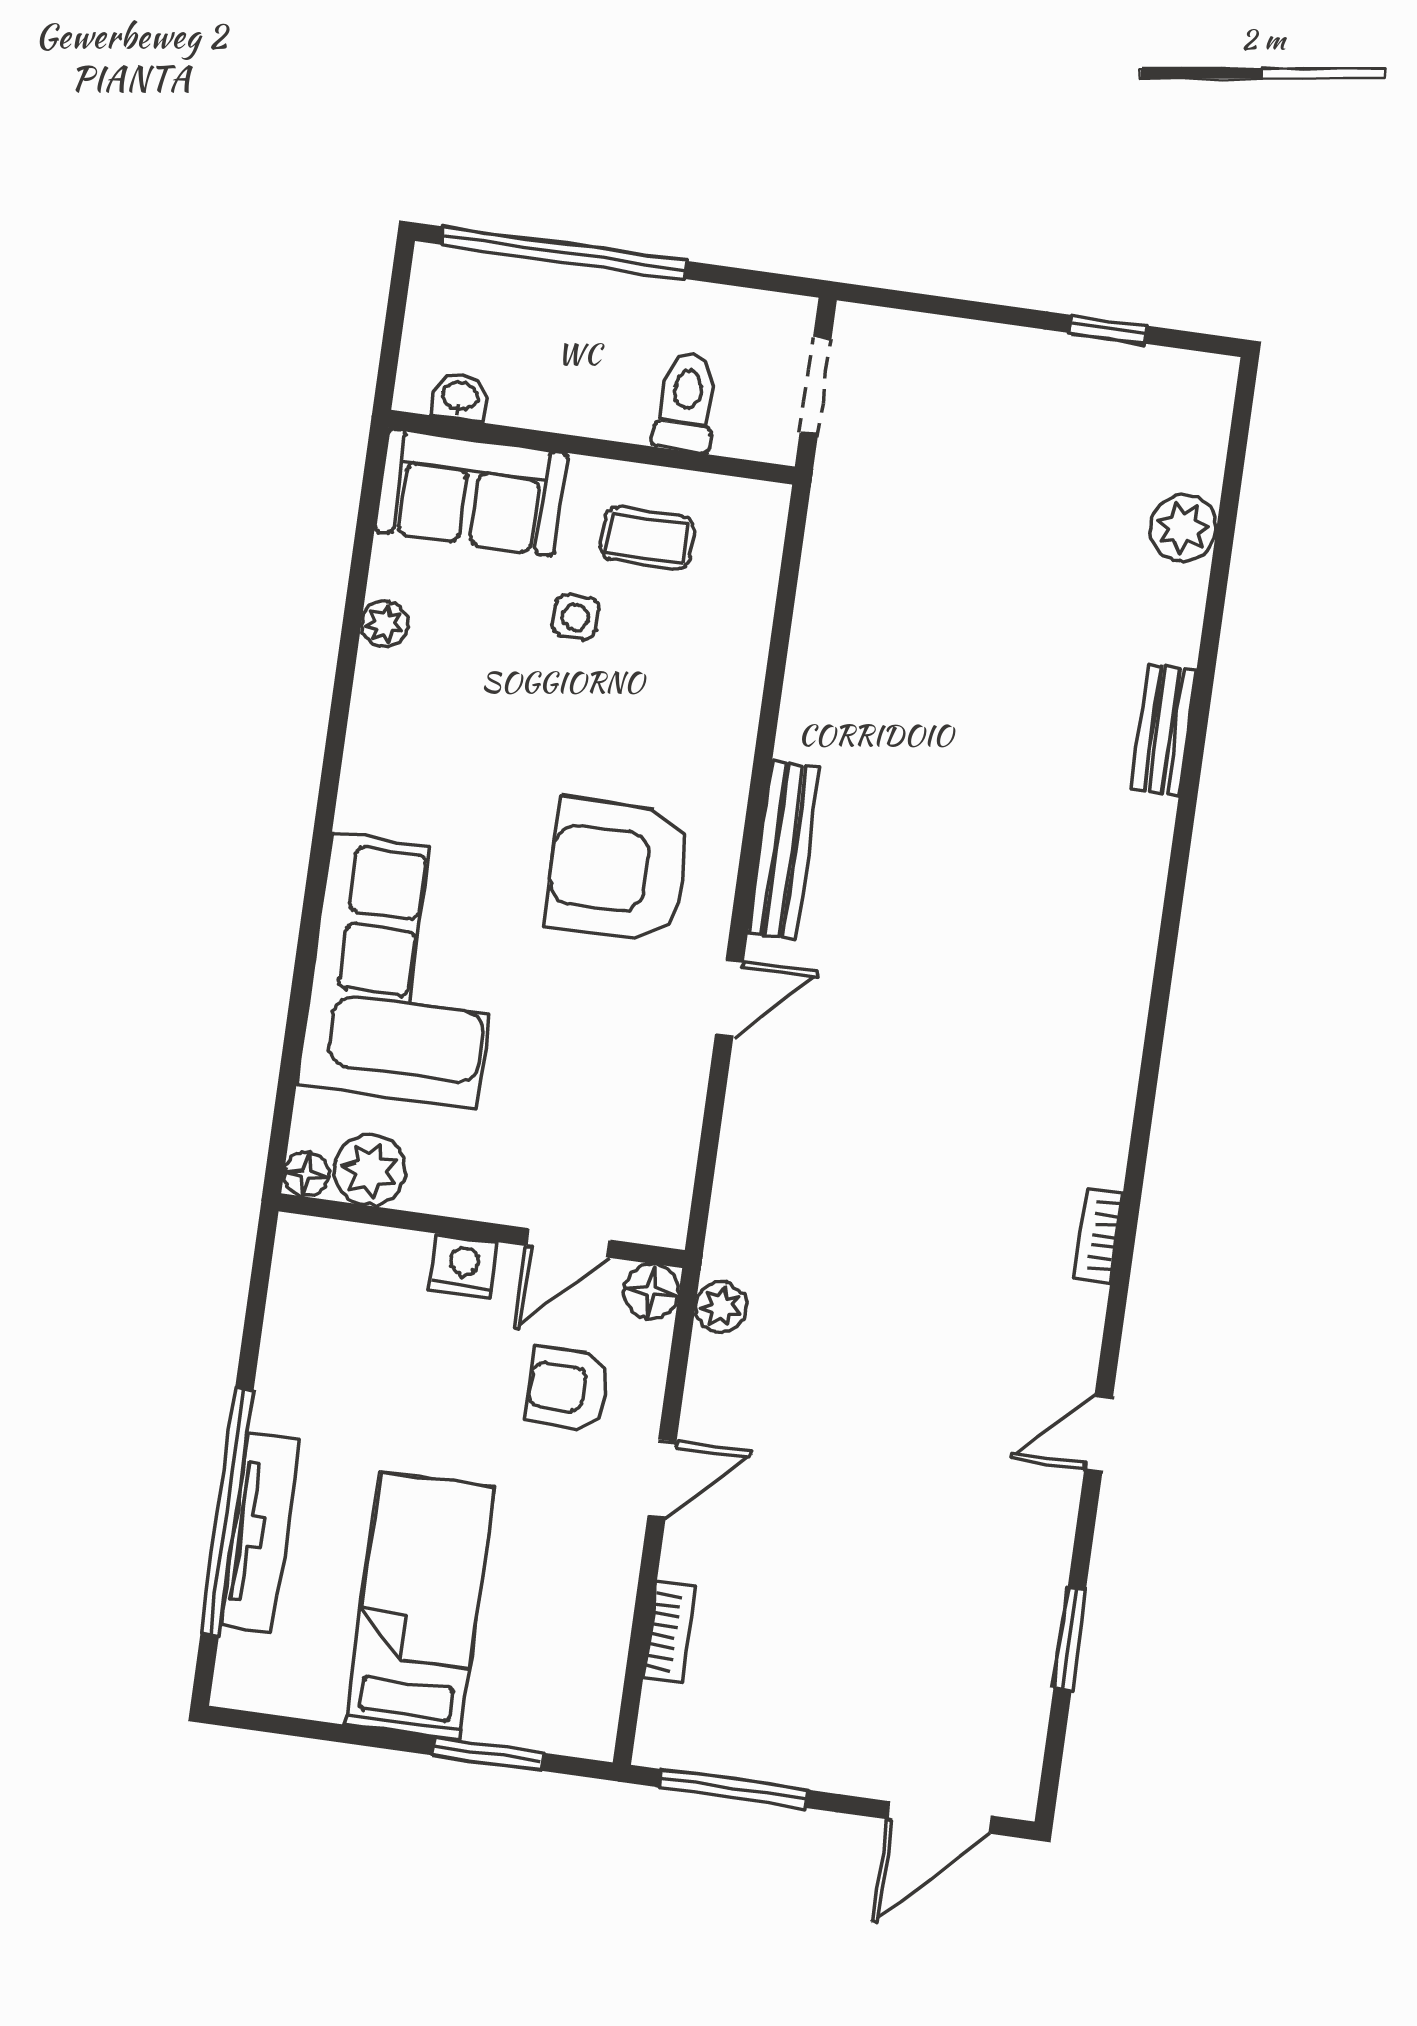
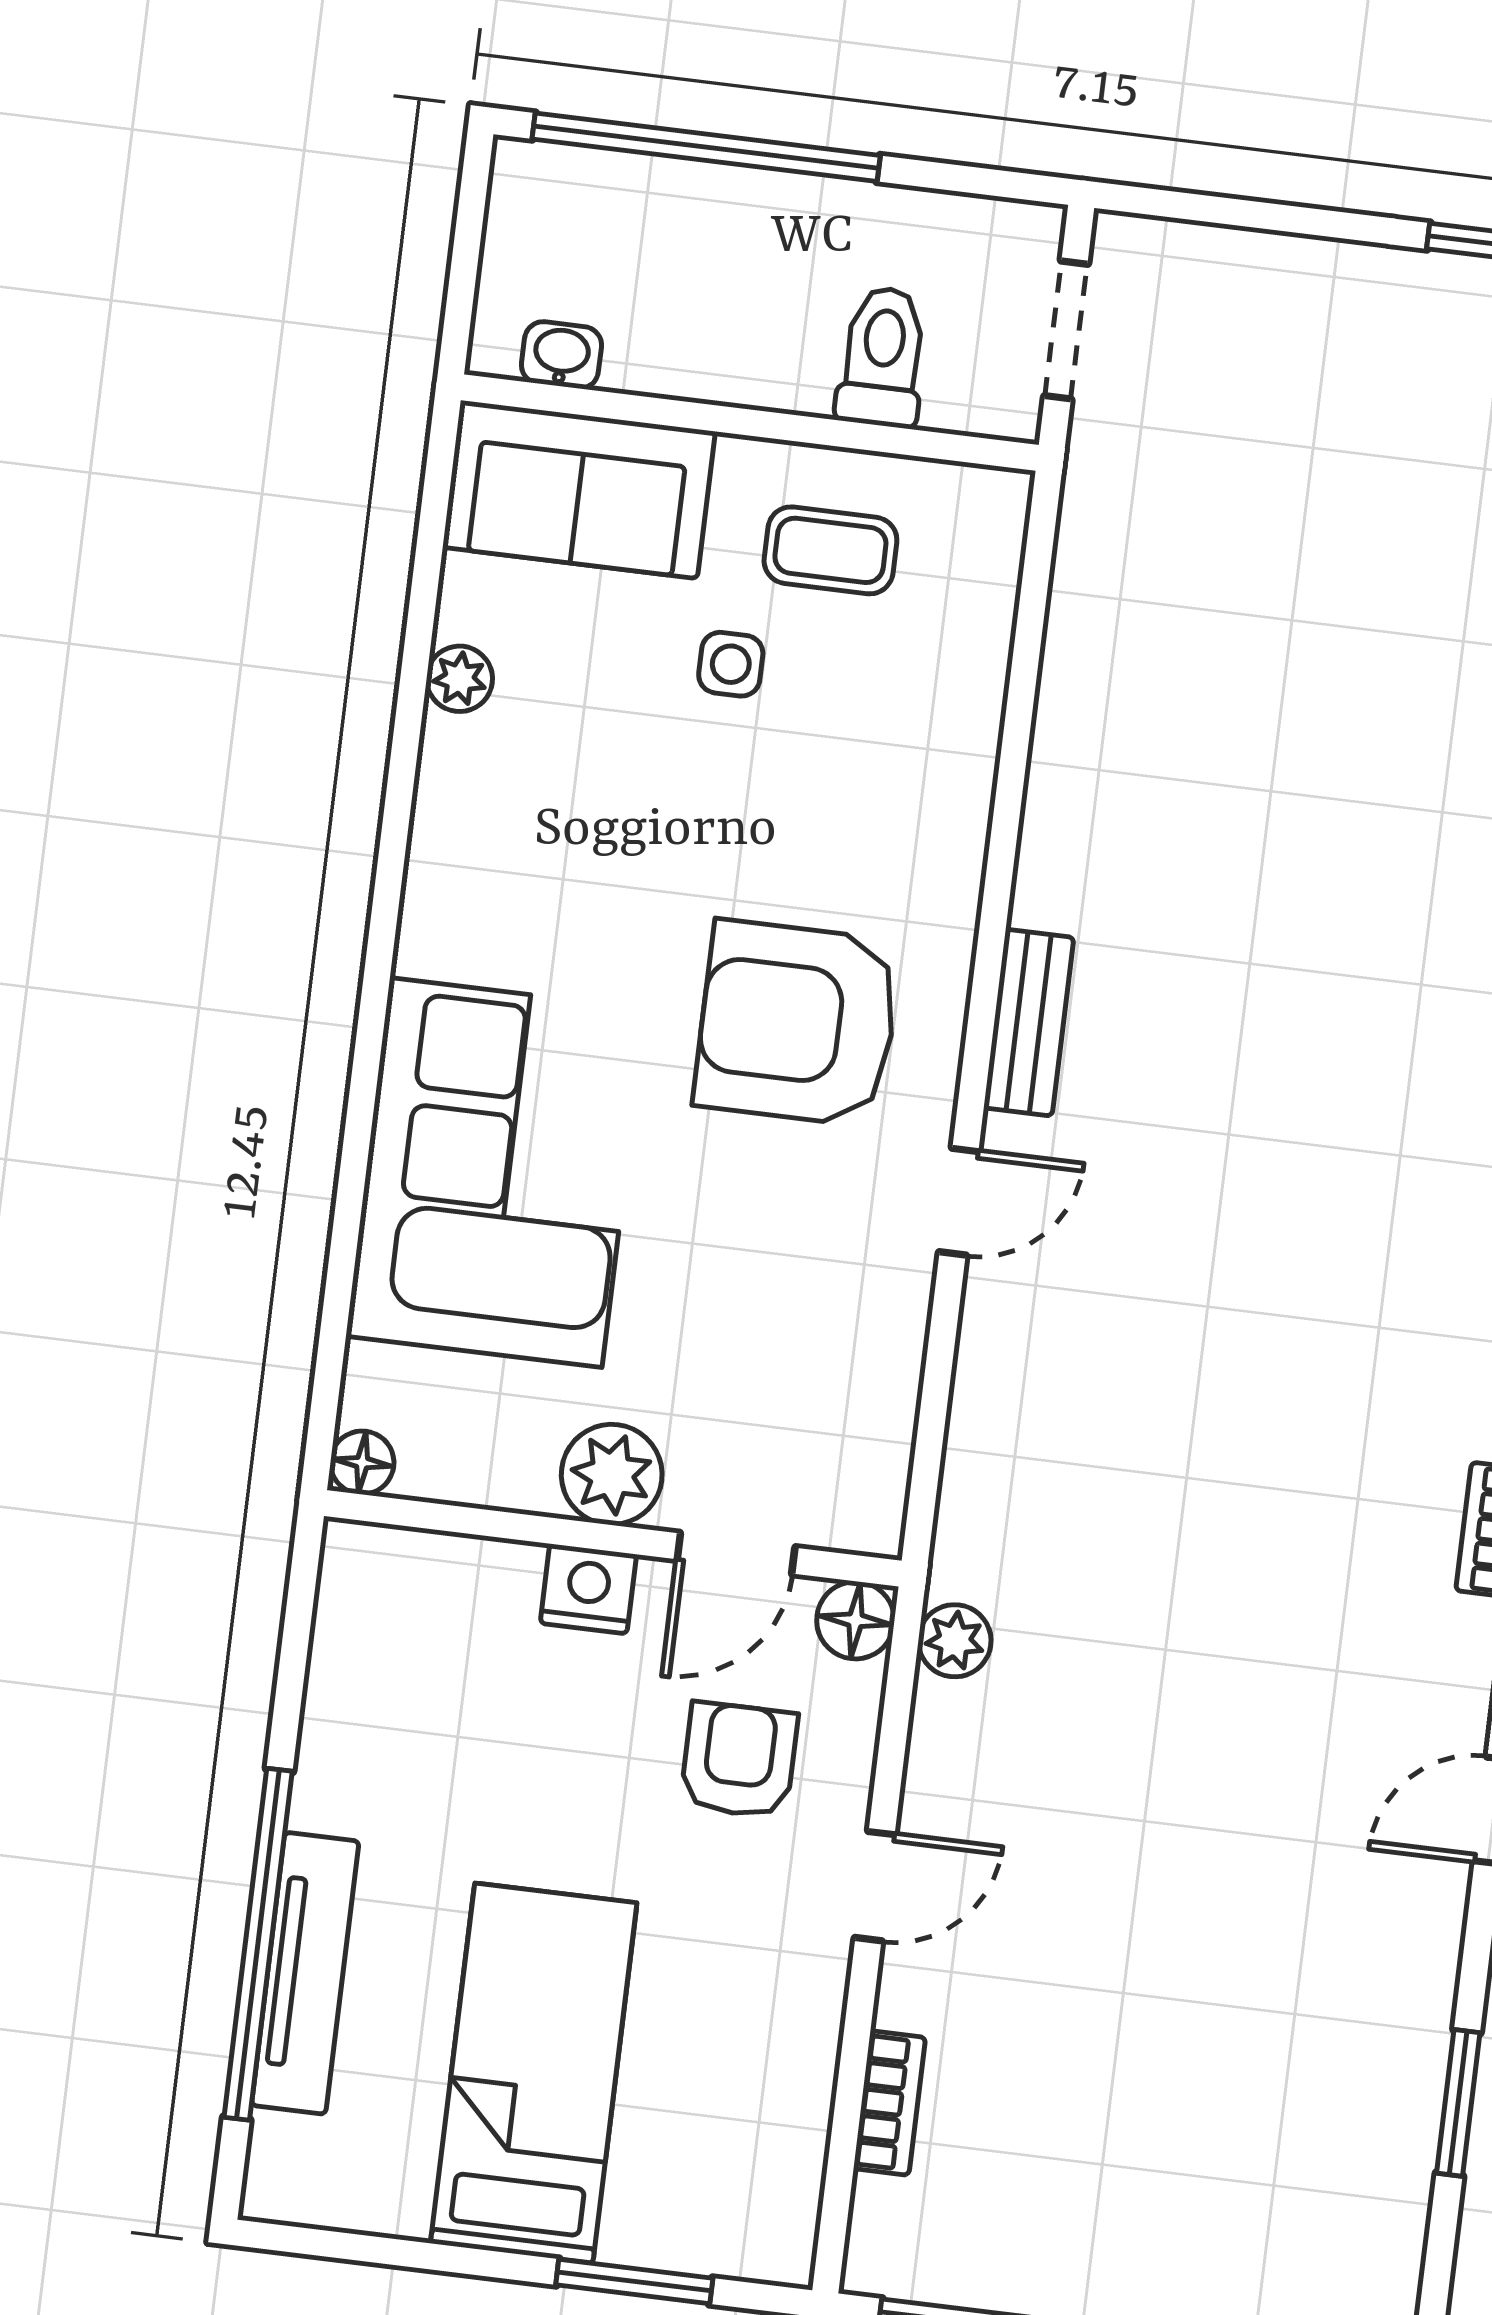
bench: (784, 850) -> (1029, 1023), width x0.73
plant: (370, 1170) -> (612, 1474), moved
armchair: (568, 1388) -> (739, 1760), turned 90

